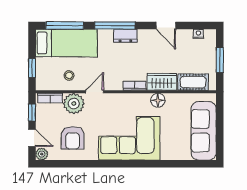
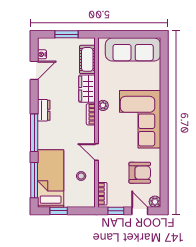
door: (166, 26) -> (34, 70), moved
dresser: (125, 36) -> (44, 110), moved
window: (32, 68) -> (59, 211), moved
floor lamp: (158, 100) -> (104, 92), removed
plant: (74, 104) -> (103, 105), moved, width x0.53, depth x0.53
door: (32, 138) -> (140, 211), hinge flipped

